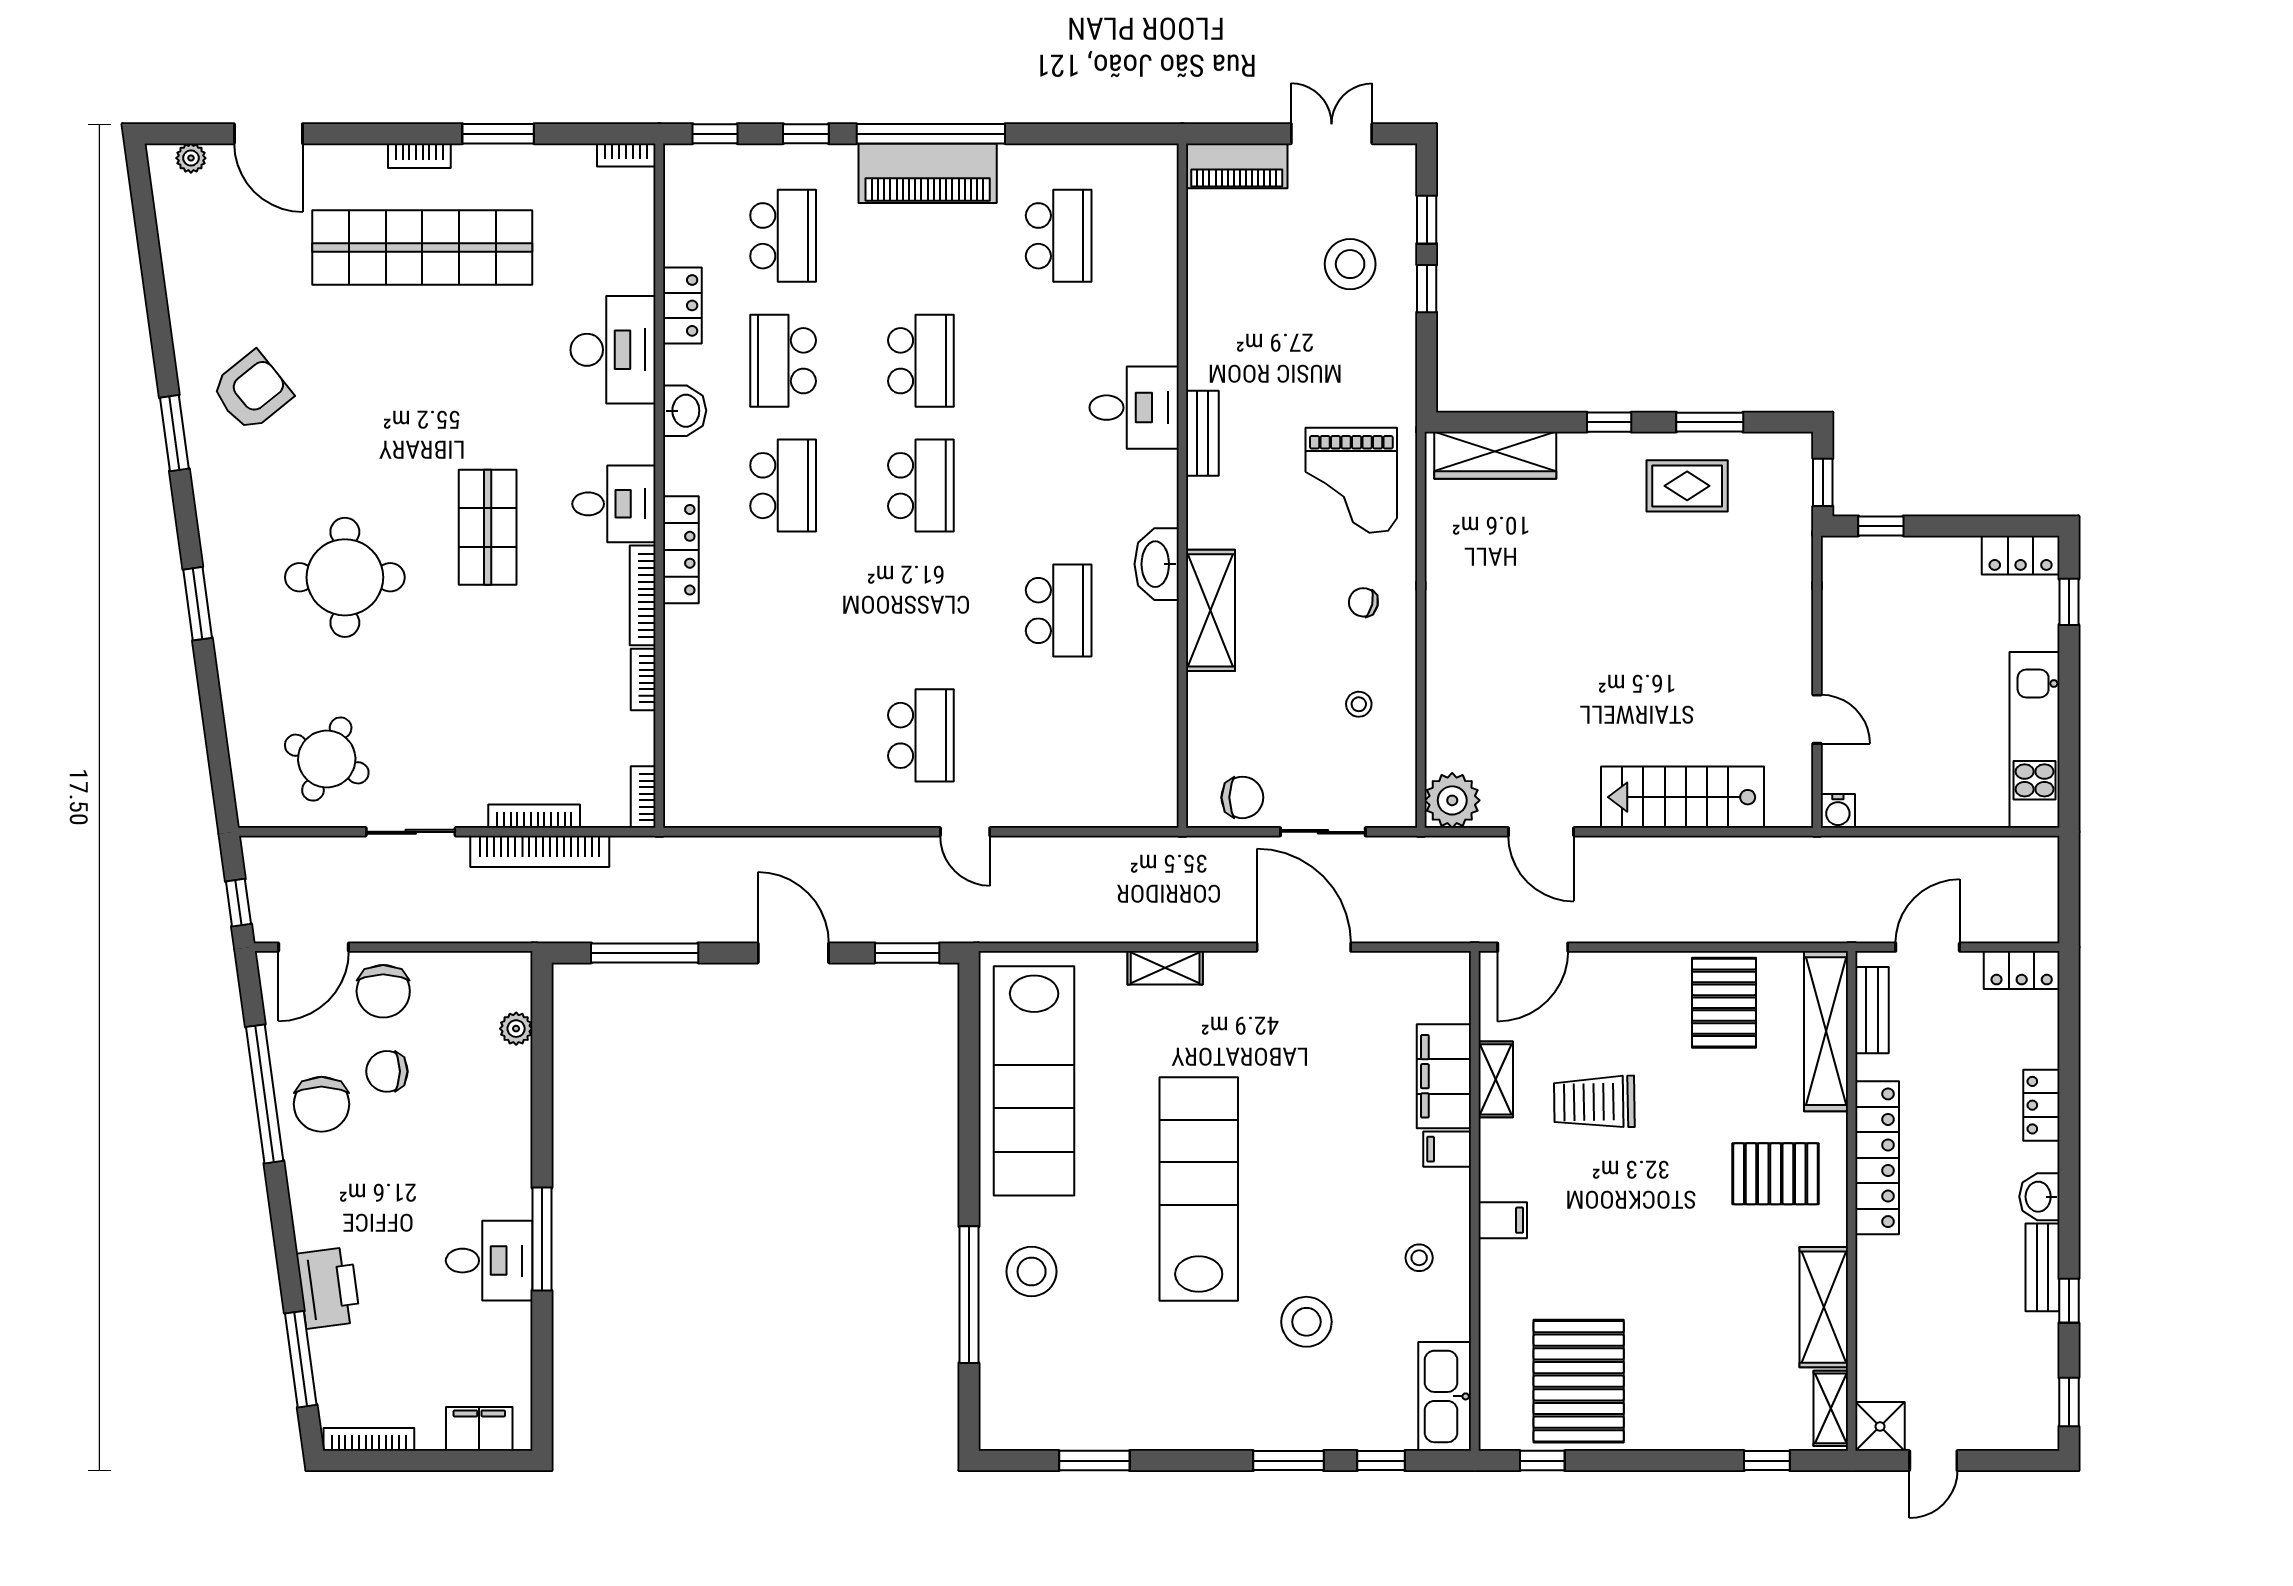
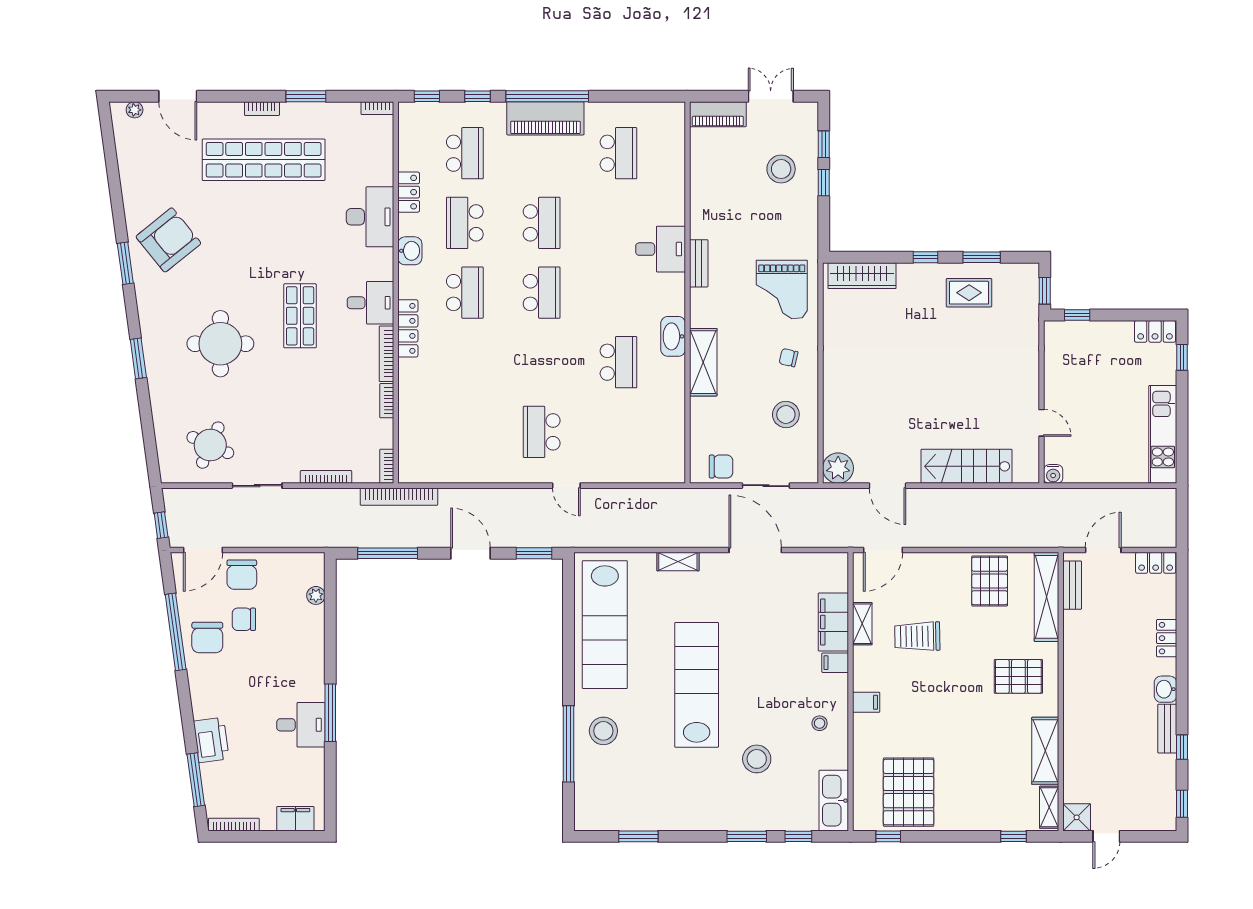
armchair: (252, 391) -> (168, 240), width x1.36, depth x1.36
stool: (1359, 704) -> (786, 415), width x1.89, depth x1.89
school desk: (921, 735) -> (542, 432), turned 180
bookcase: (540, 851) -> (399, 497), moved
locker: (1877, 1158) -> (1075, 667), removed

